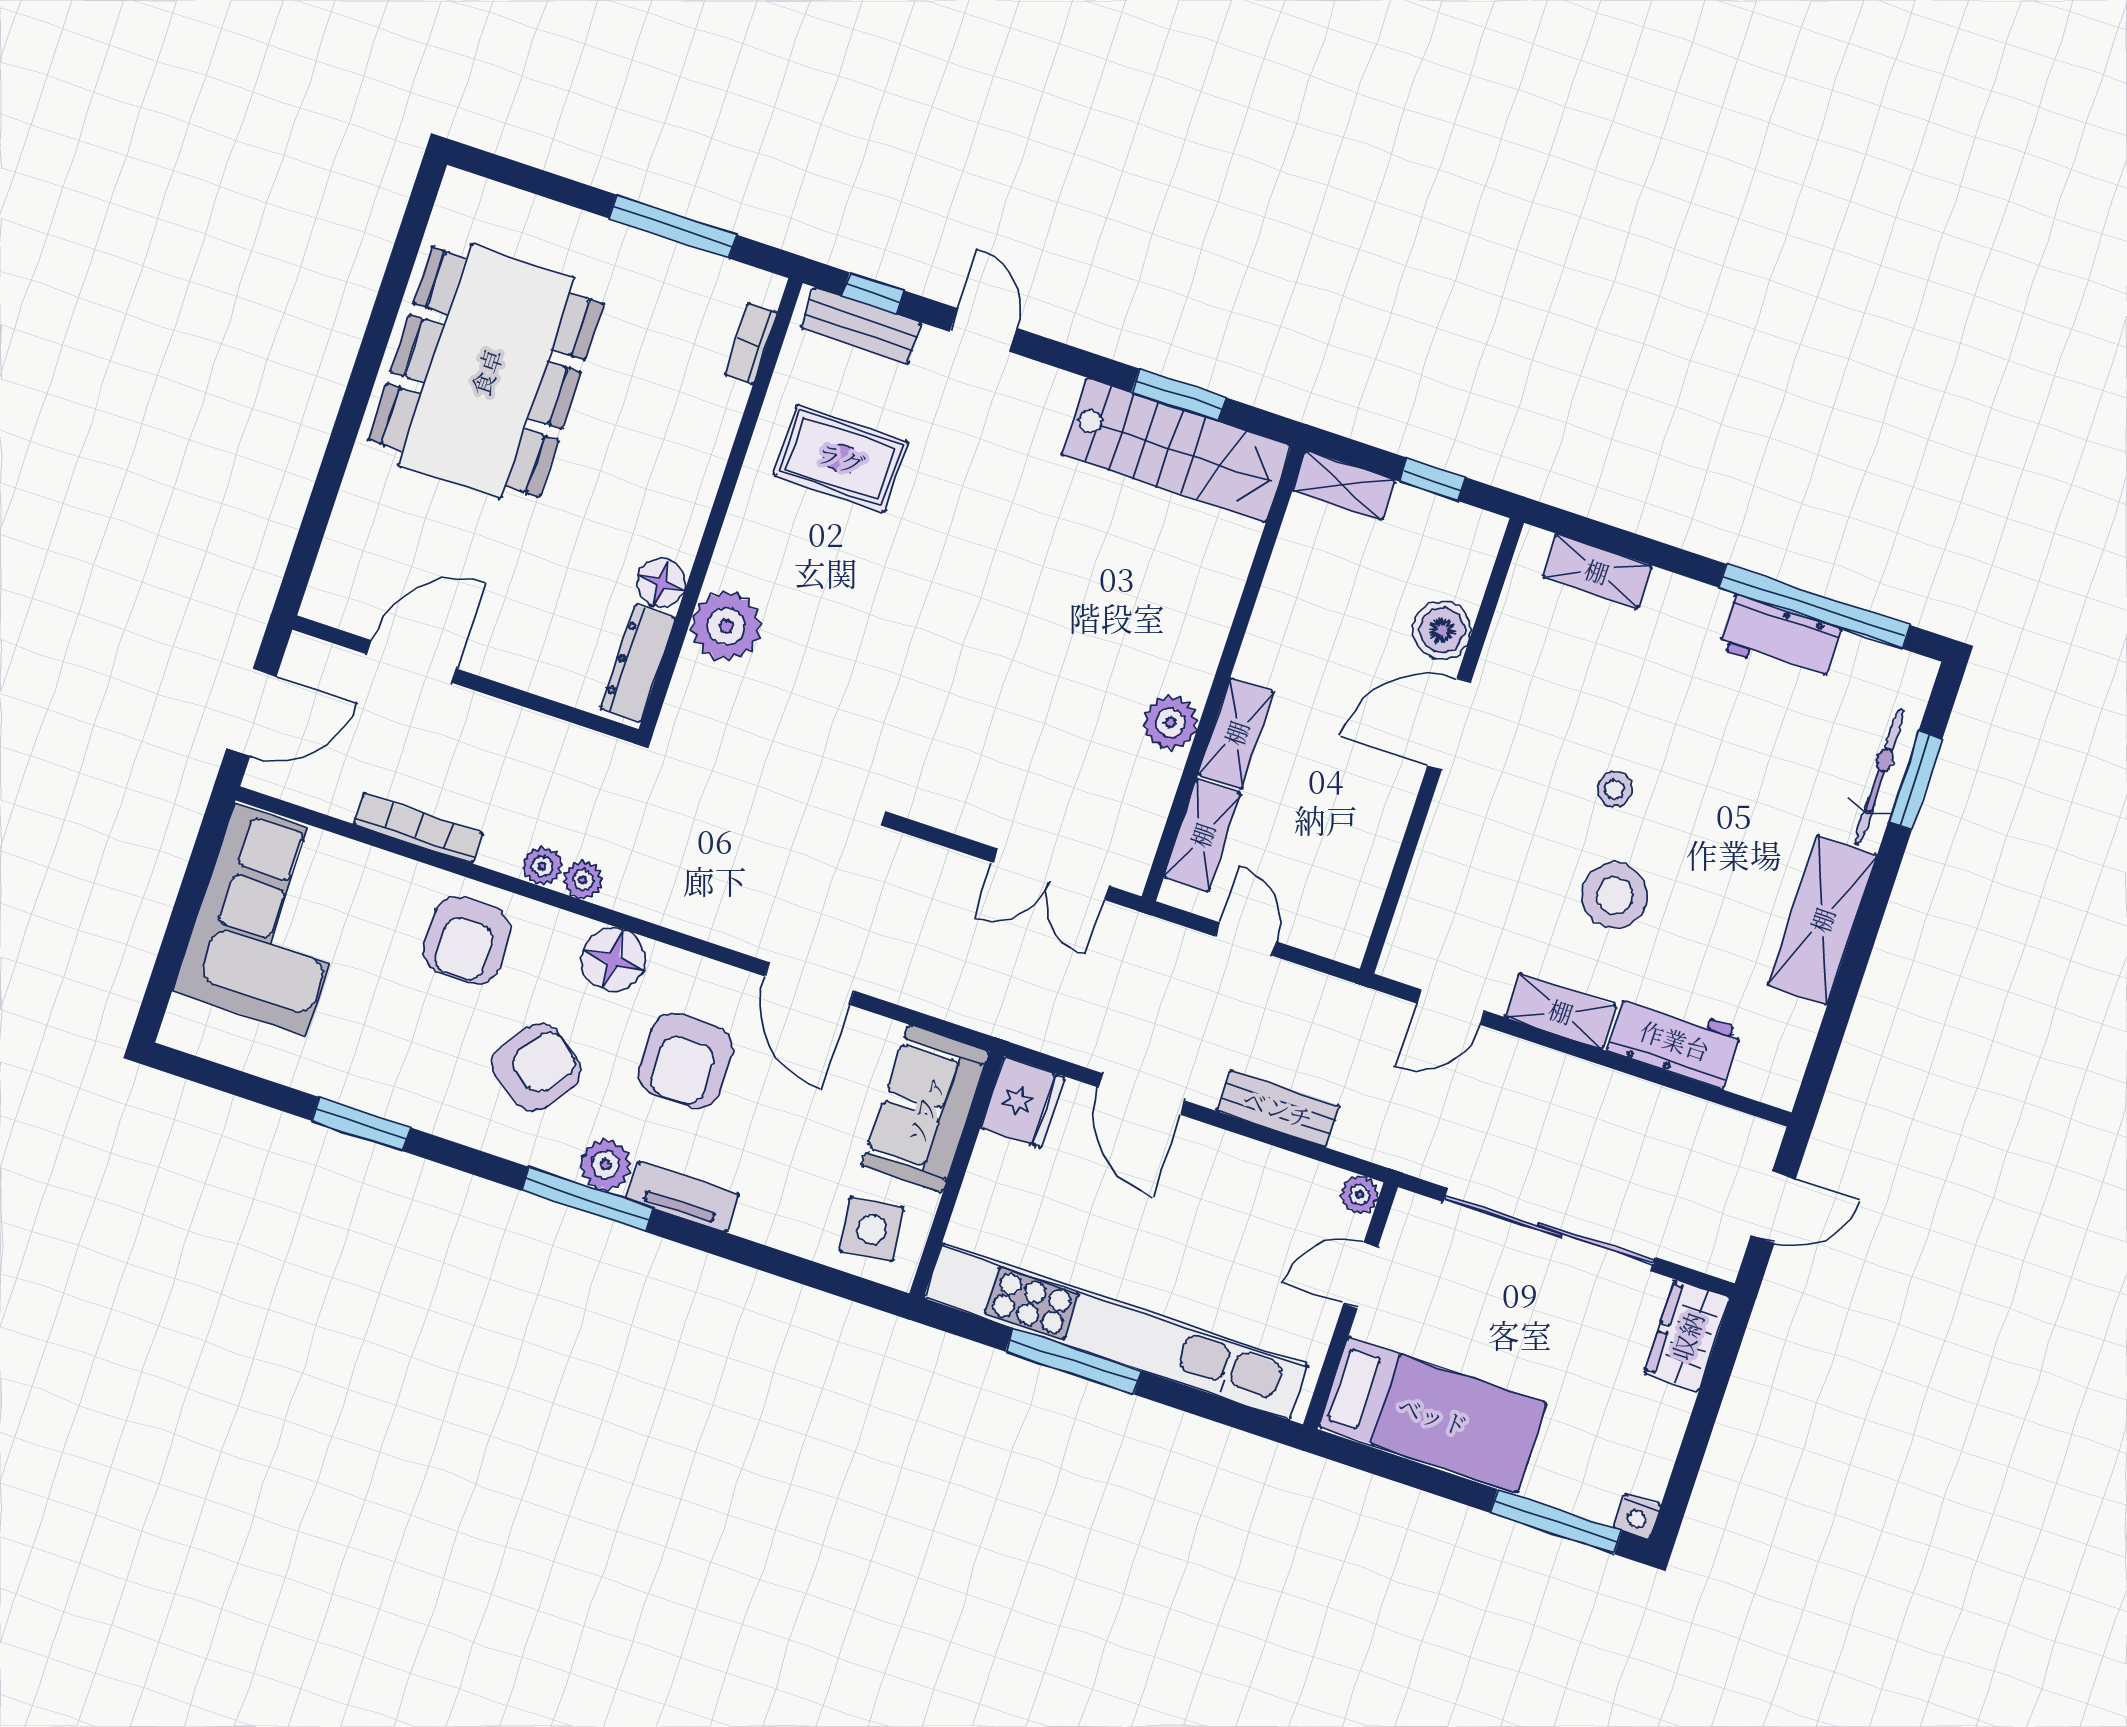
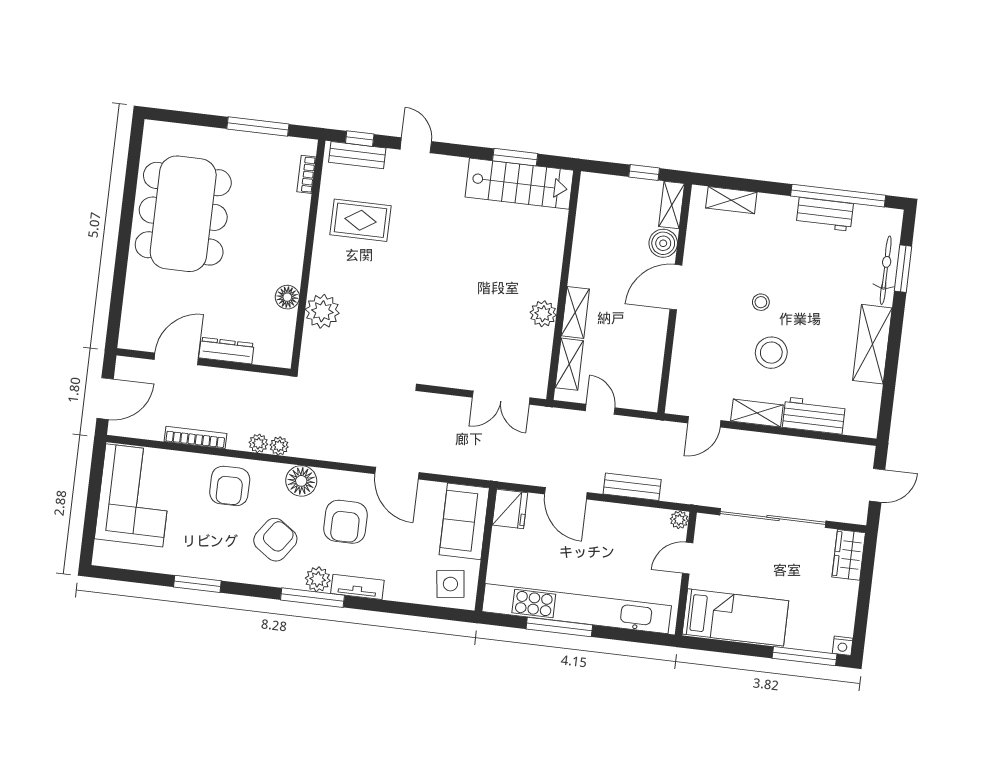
shelving: (1344, 485) -> (672, 205), moved, turned 90
dresser: (638, 663) -> (226, 351), moved, turned 90

